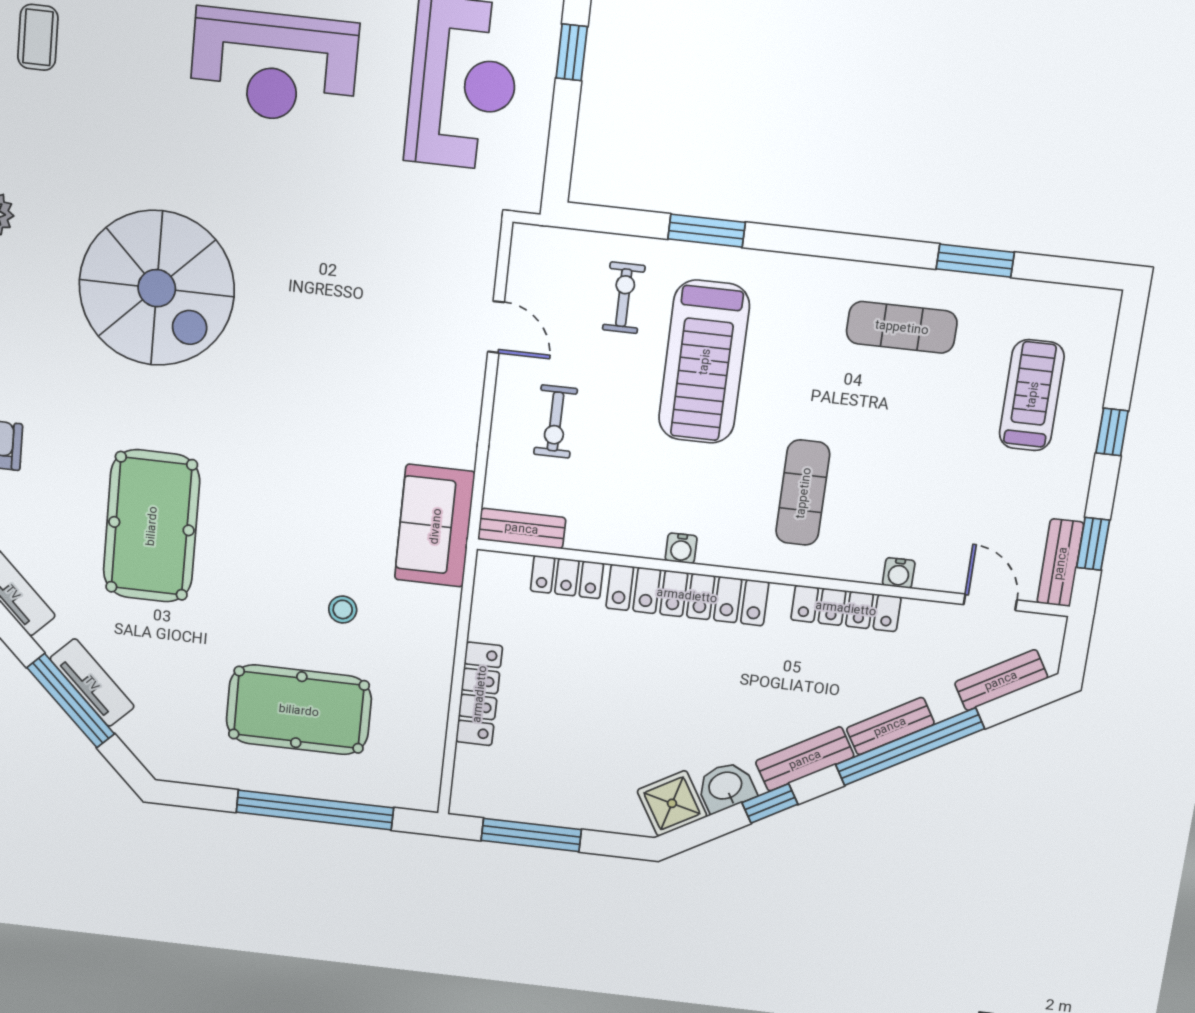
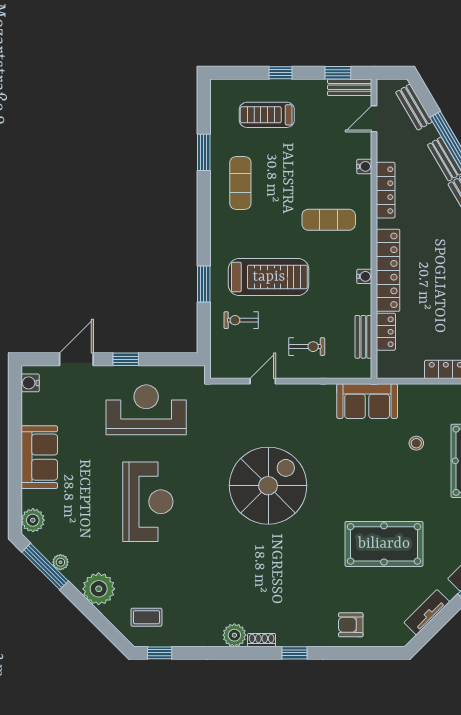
spiral stairs: (157, 288) -> (268, 486), moved
bench: (522, 528) -> (363, 337), moved

